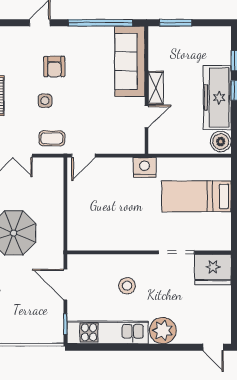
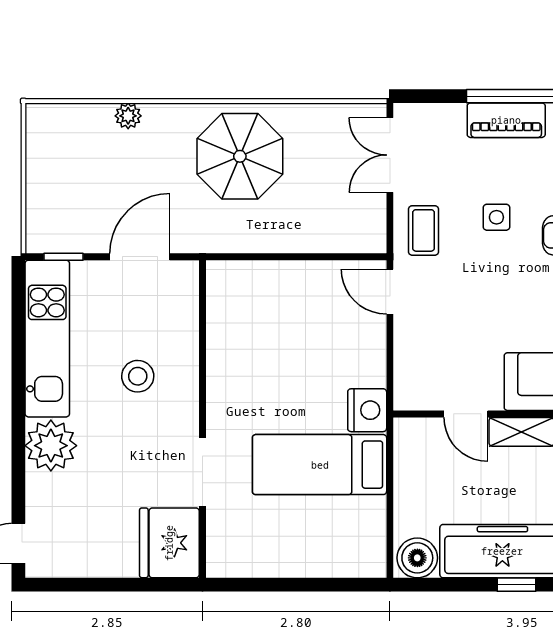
bed: (197, 196) -> (320, 465), moved, turned -90

